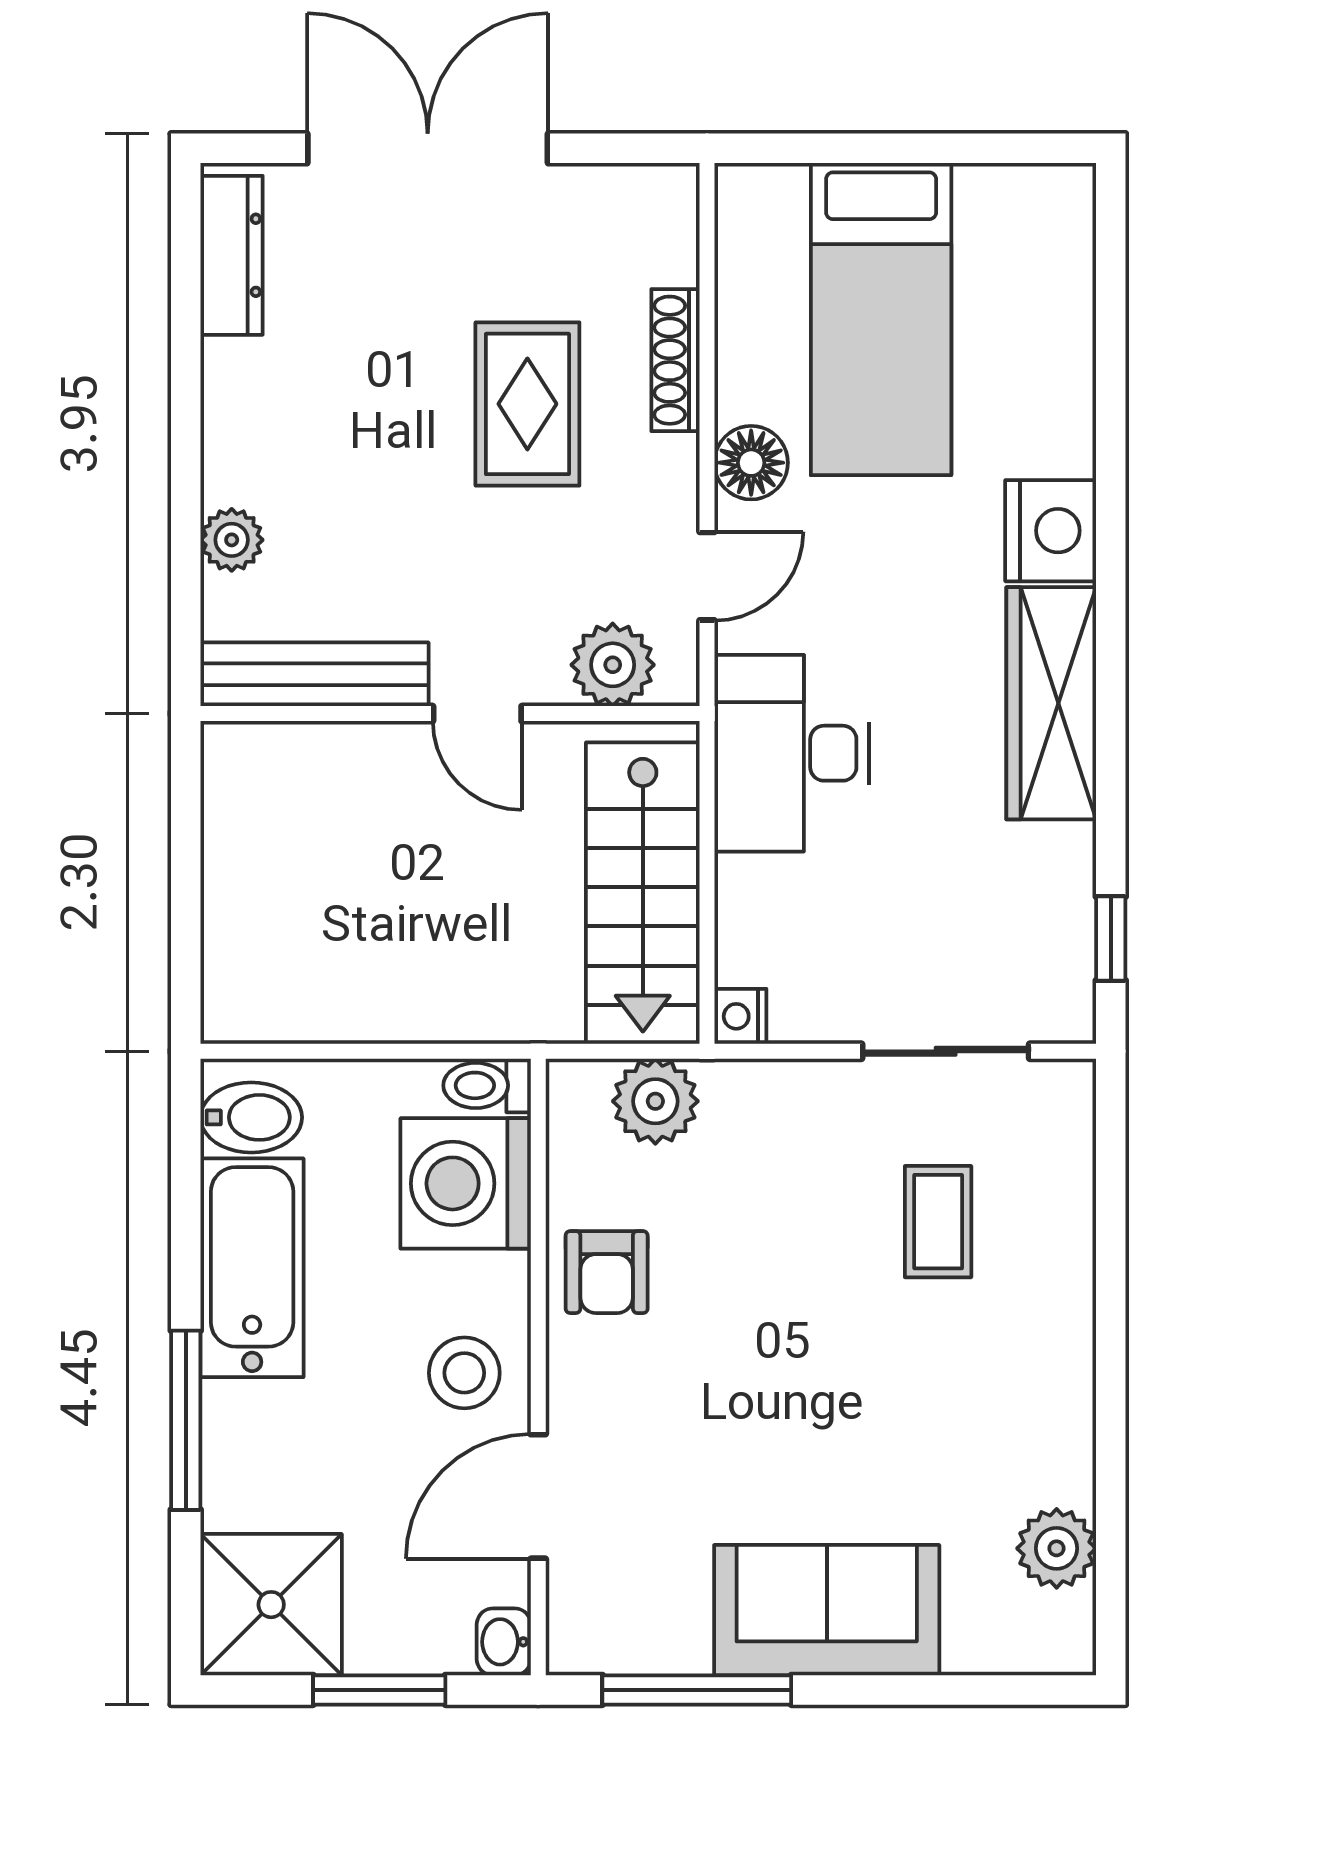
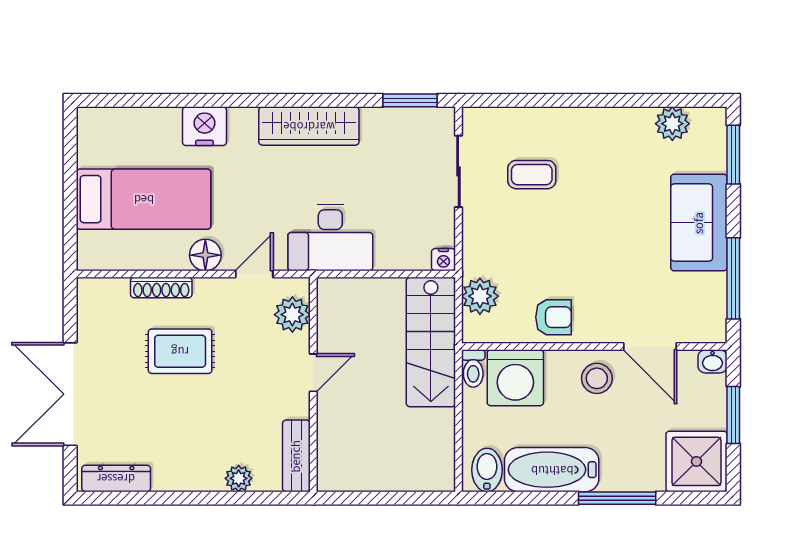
nightstand: (1051, 531) -> (204, 126), moved
door: (707, 576) -> (254, 274), hinge flipped
bench: (314, 674) -> (296, 456), width x0.73
stairs: (643, 893) -> (431, 342), moved, turned 90
window: (1111, 938) -> (410, 100), width x1.50
window: (985, 1690) -> (733, 155), added

